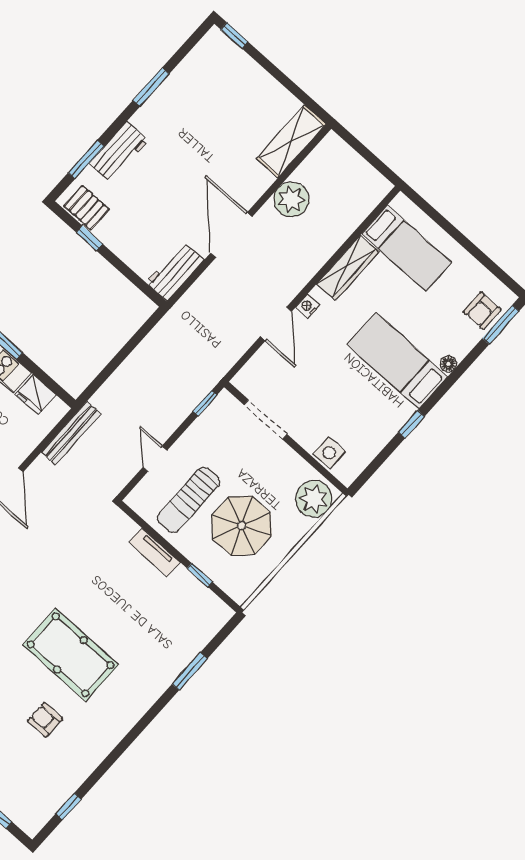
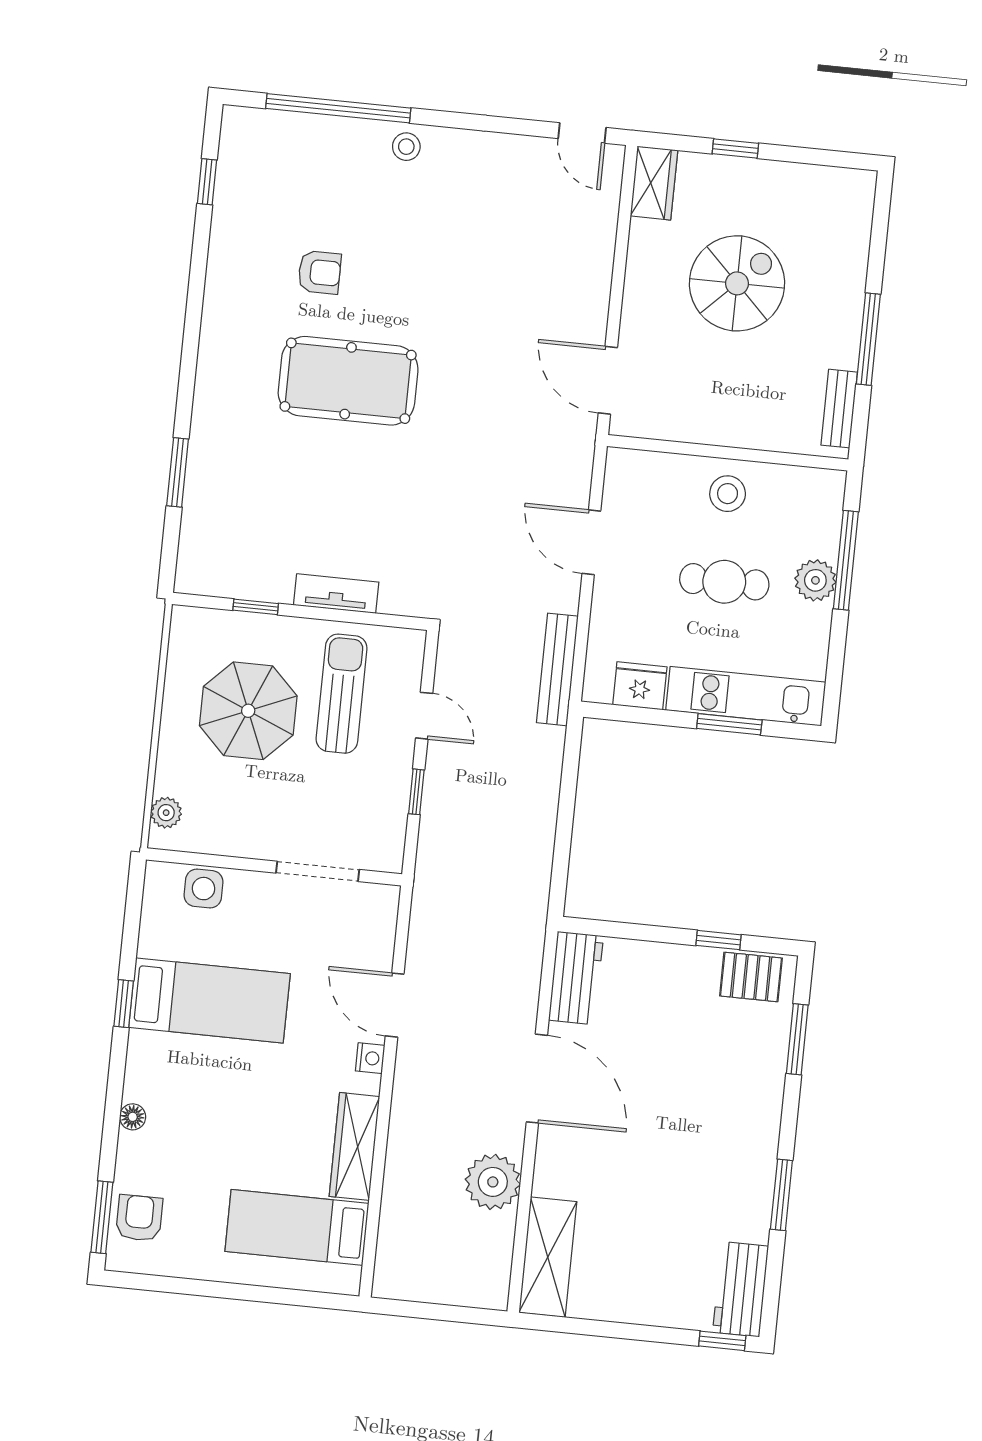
workbench: (119, 152) -> (741, 1289), moved
bed: (397, 361) -> (209, 1000), moved
window: (205, 403) -> (416, 792), moved
plant: (314, 499) -> (166, 813), width x0.53, depth x0.53

